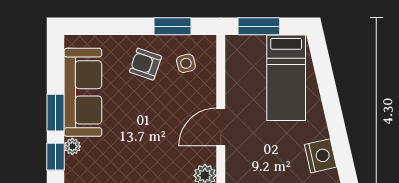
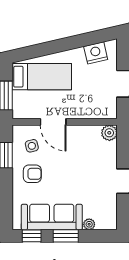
armchair: (146, 64) -> (32, 174), turned -109
door: (221, 127) -> (53, 122), moved
window: (55, 157) -> (32, 236), moved

